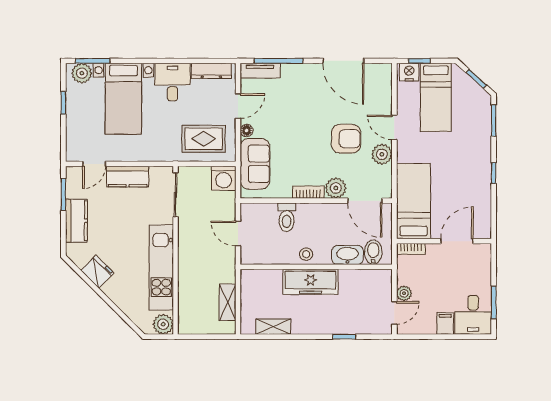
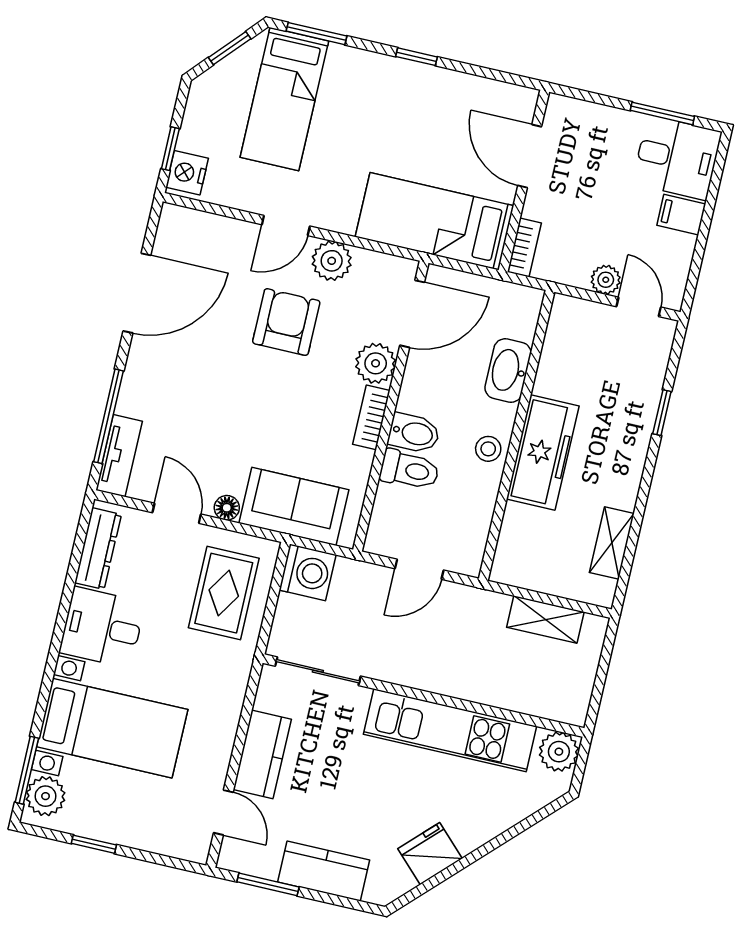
bed: (436, 97) -> (284, 99), moved, turned 90
bidet: (373, 252) -> (414, 433), moved, turned 180

